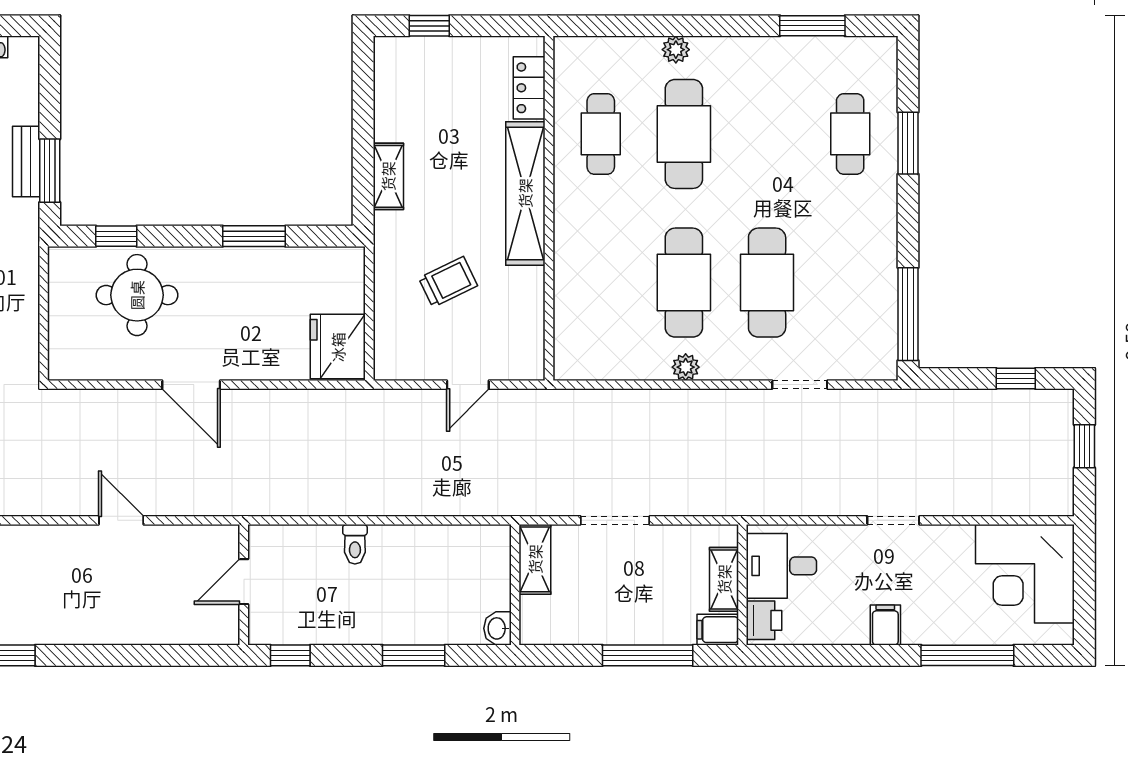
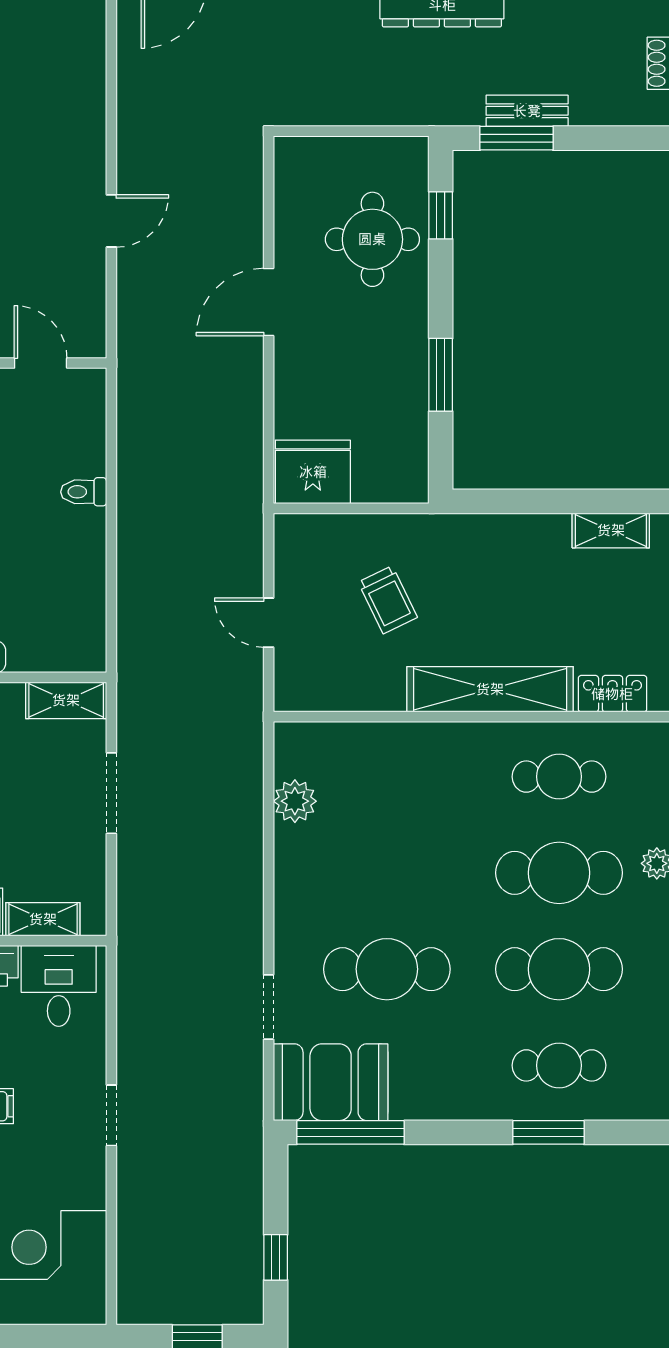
shelving: (388, 176) -> (611, 530), moved
cafe table: (684, 283) -> (559, 969), moved
booth: (865, 331) -> (331, 1082), added
plant: (686, 367) -> (295, 801), moved, width x1.38, depth x1.38

